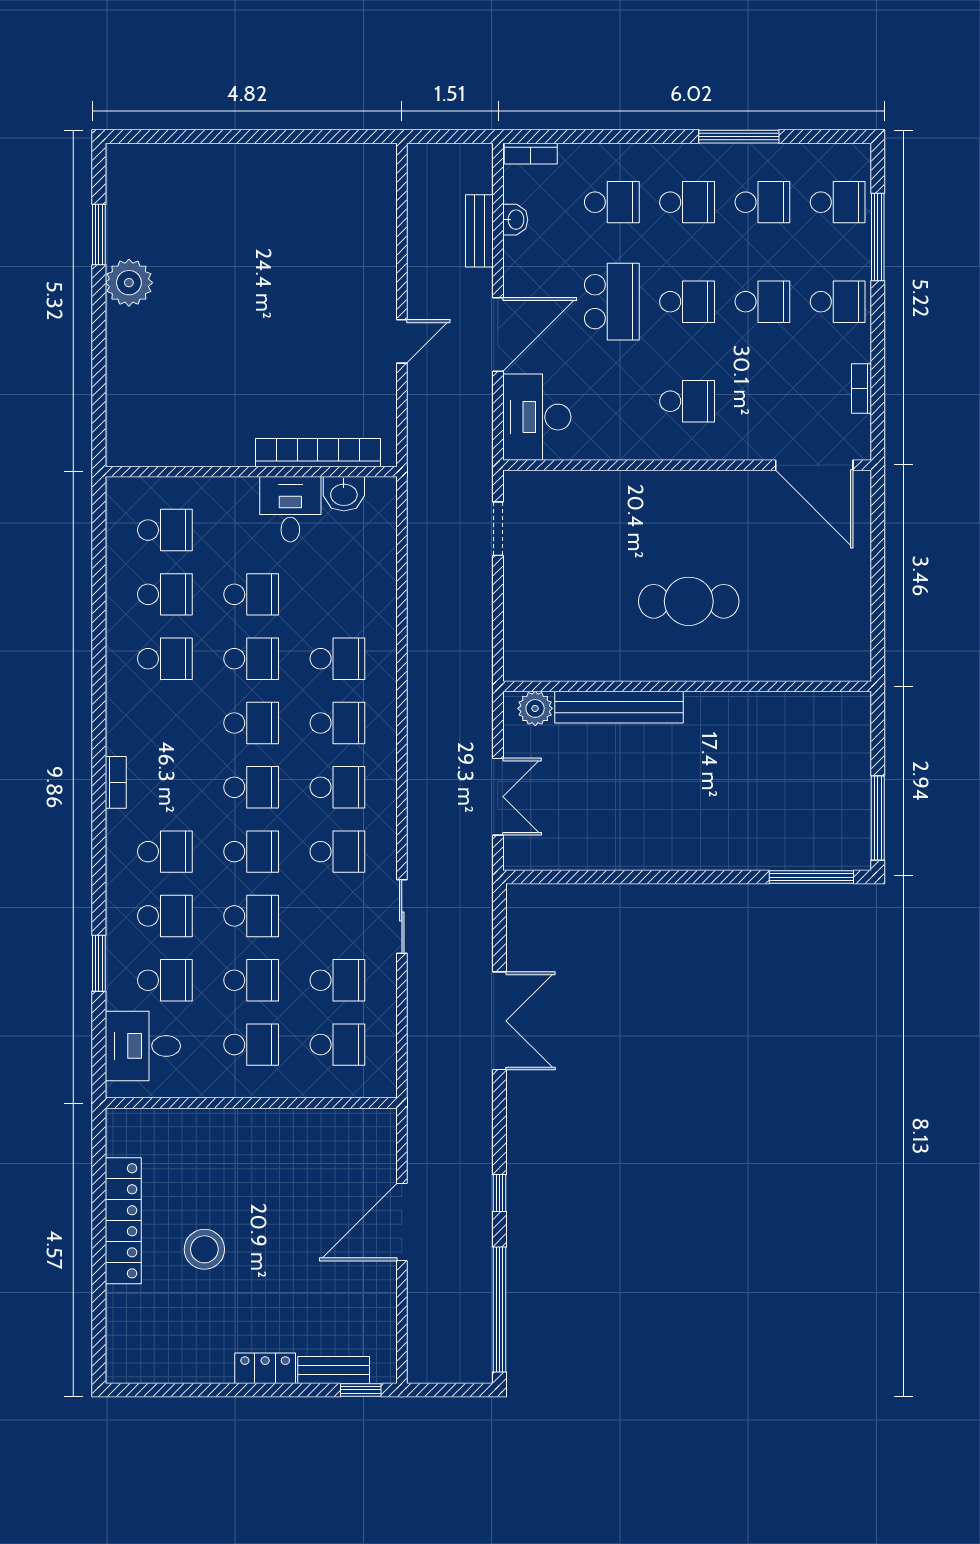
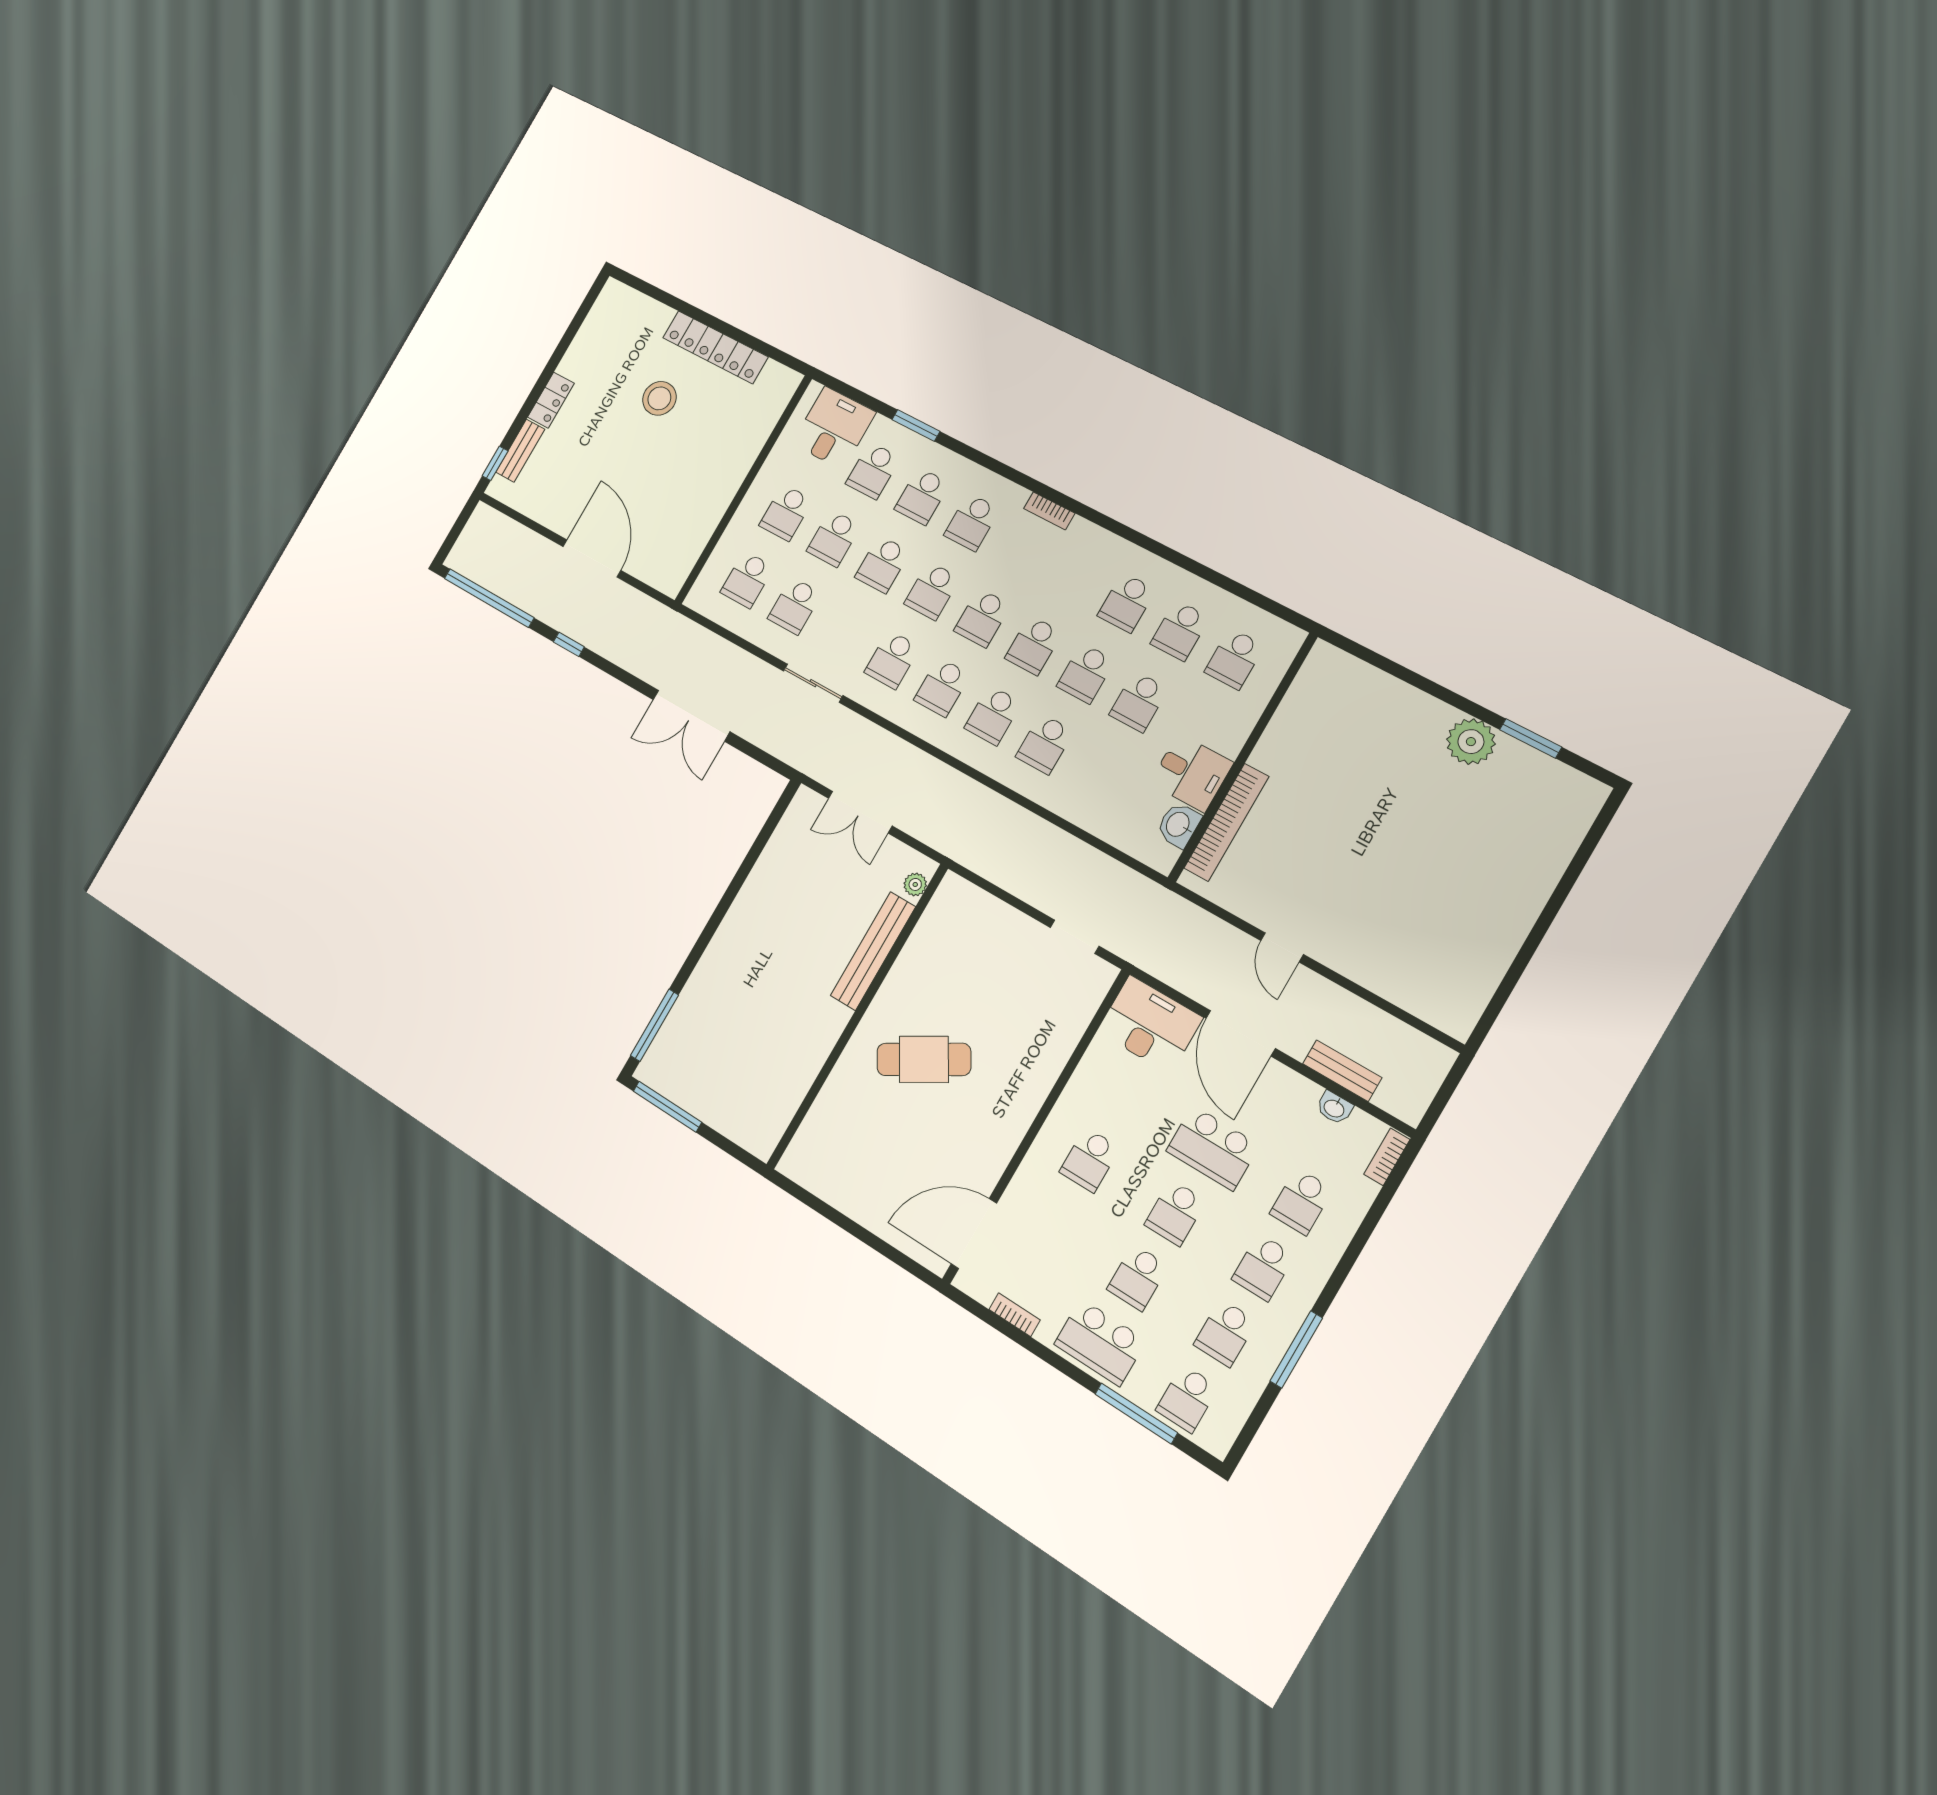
school desk: (838, 302) -> (1100, 1342), width x1.85
cafe table: (689, 601) -> (924, 1059), turned 59
plant: (535, 708) -> (915, 884), width x0.73, depth x0.73

